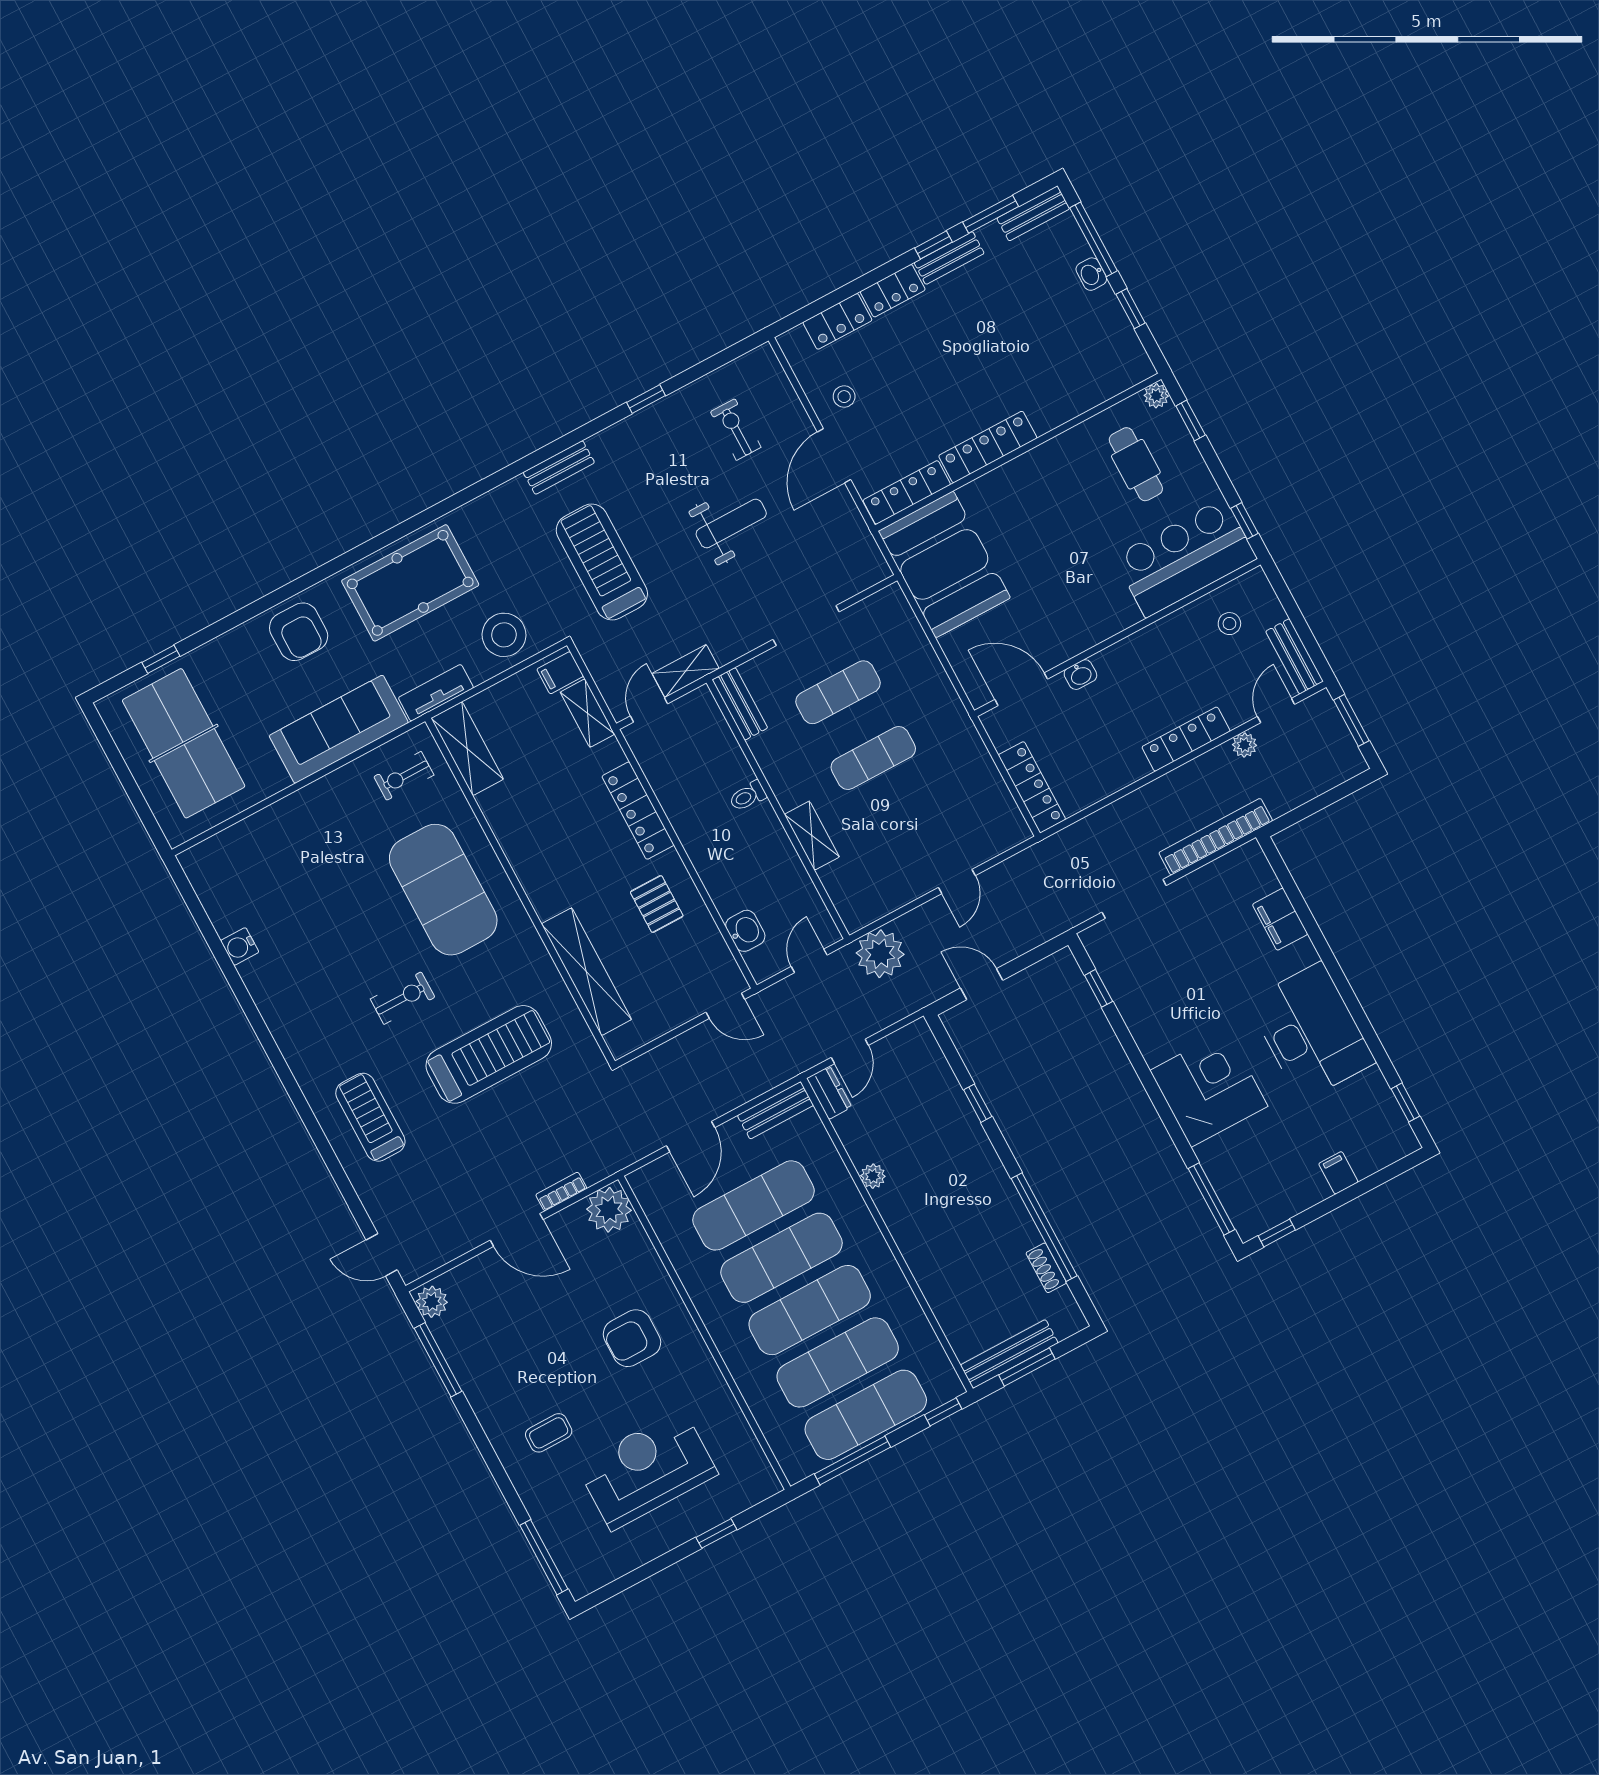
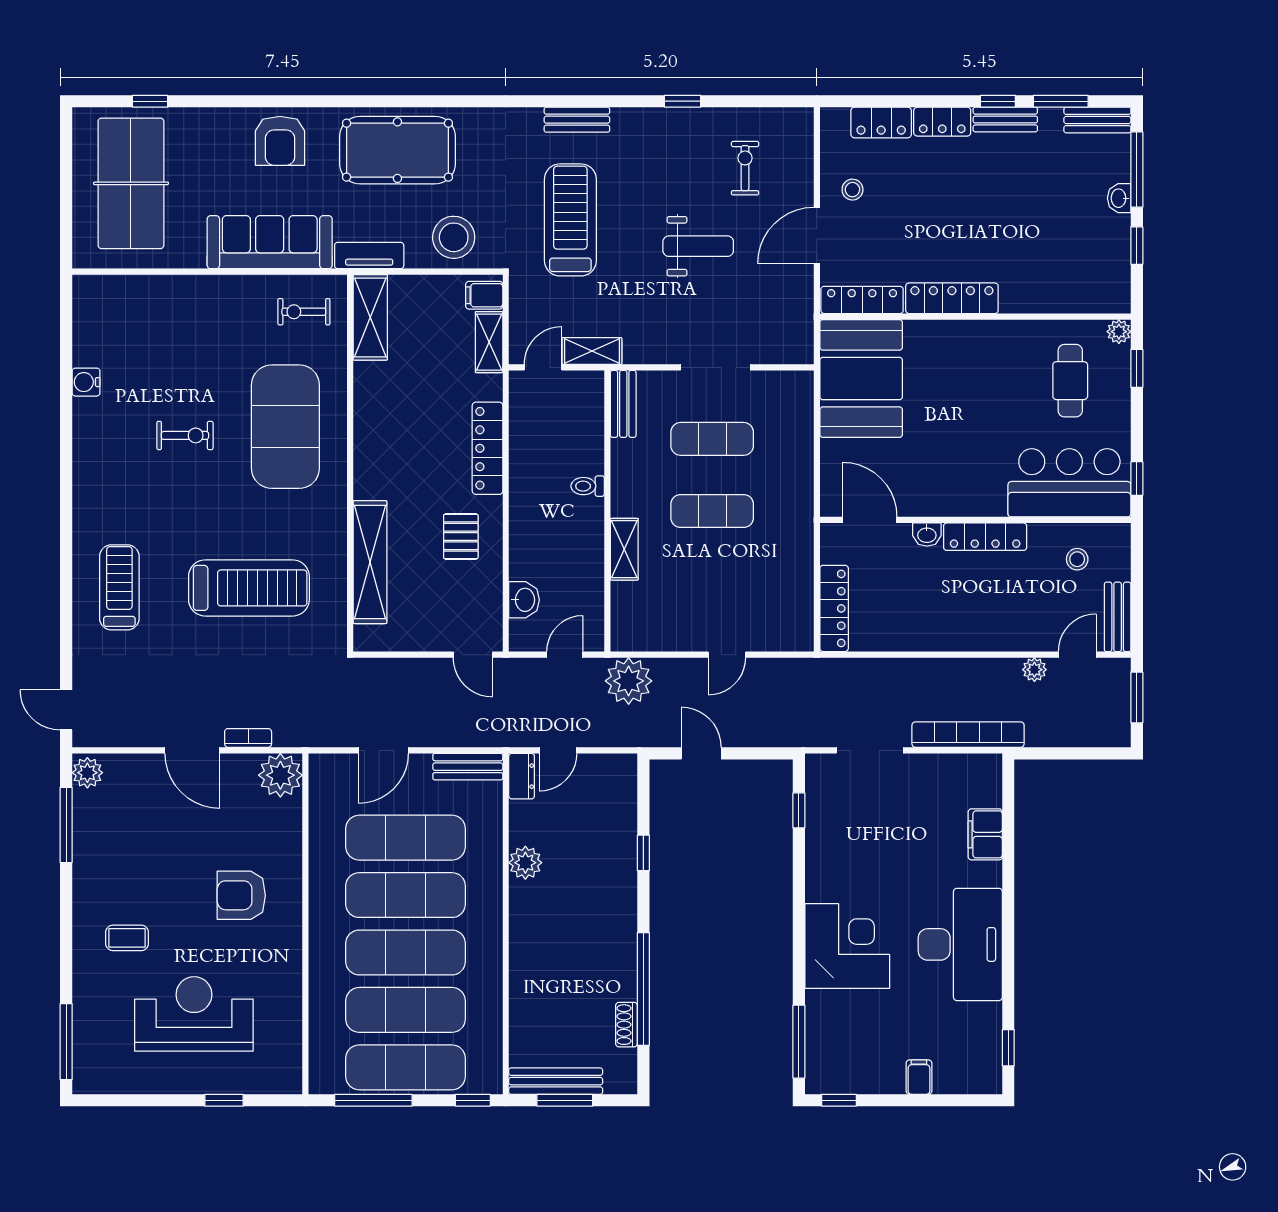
locker: (1186, 739) -> (985, 537), moved, turned 180
exercise bike: (403, 998) -> (185, 435), moved
plant: (873, 1176) -> (525, 863), width x1.38, depth x1.38

